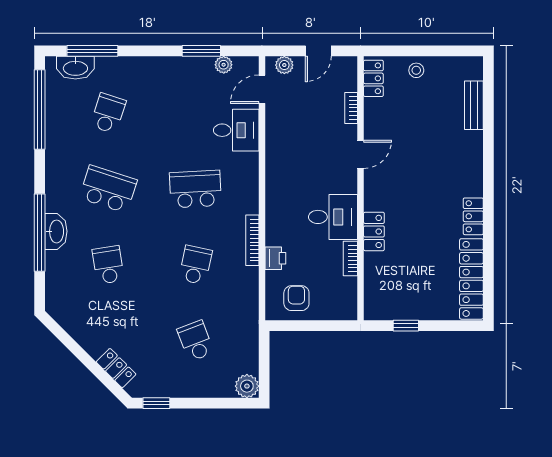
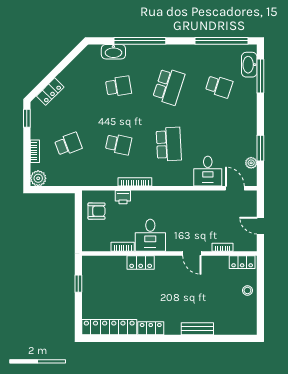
plant: (284, 65) -> (251, 203), removed
bench: (474, 105) -> (197, 329), moved
washbasin: (56, 231) -> (113, 52), moved
bookcase: (206, 391) -> (35, 151), added

